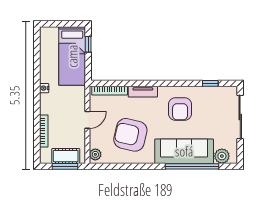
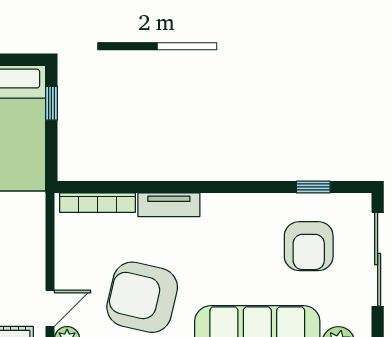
armchair: (180, 109) -> (309, 246), moved
door: (87, 120) -> (50, 308), moved

